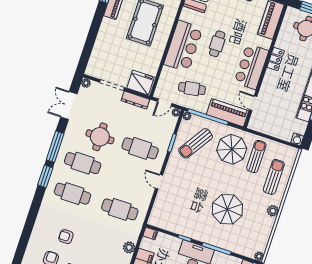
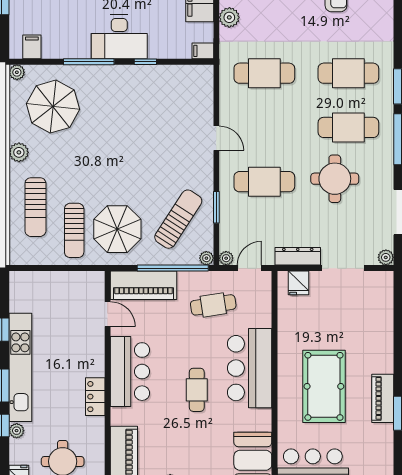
fridge: (141, 83) -> (299, 283), width x0.53, depth x0.75
water cooler: (297, 139) -> (18, 280), removed
parasol: (227, 209) -> (53, 107), moved

